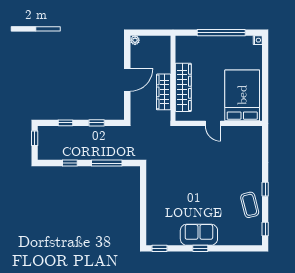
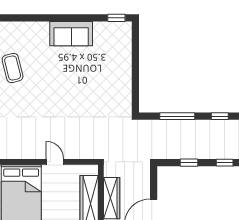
window: (200, 248) -> (69, 18), removed

